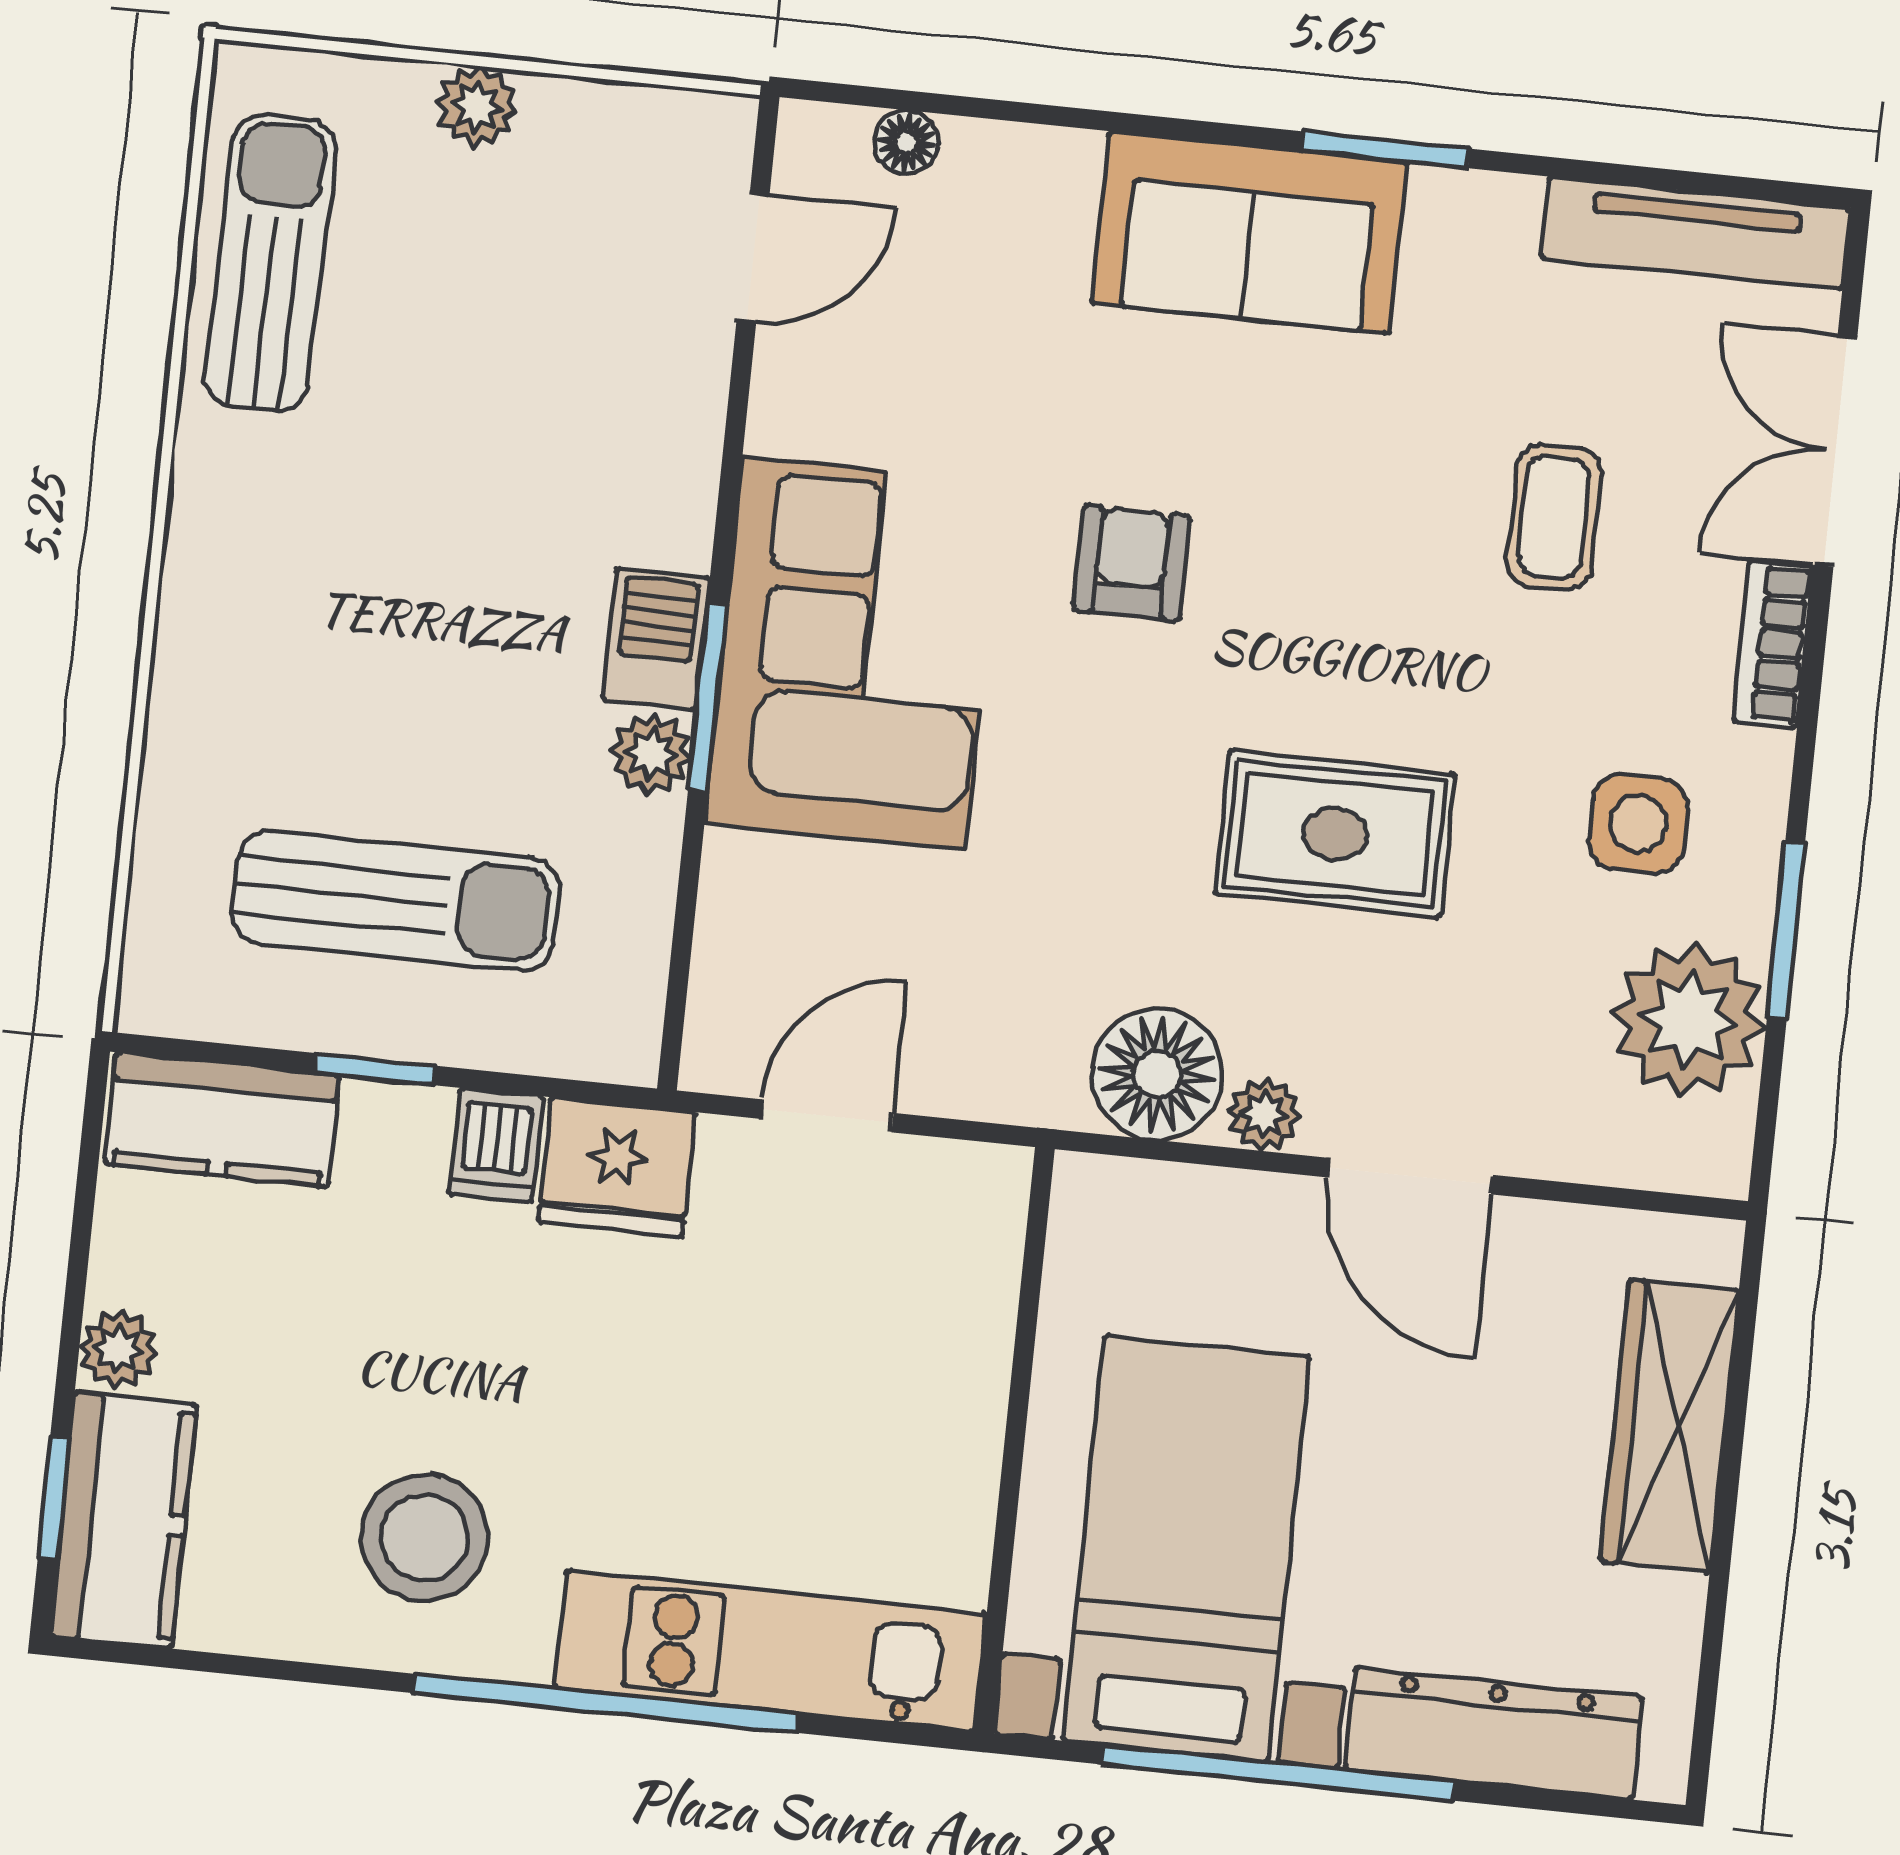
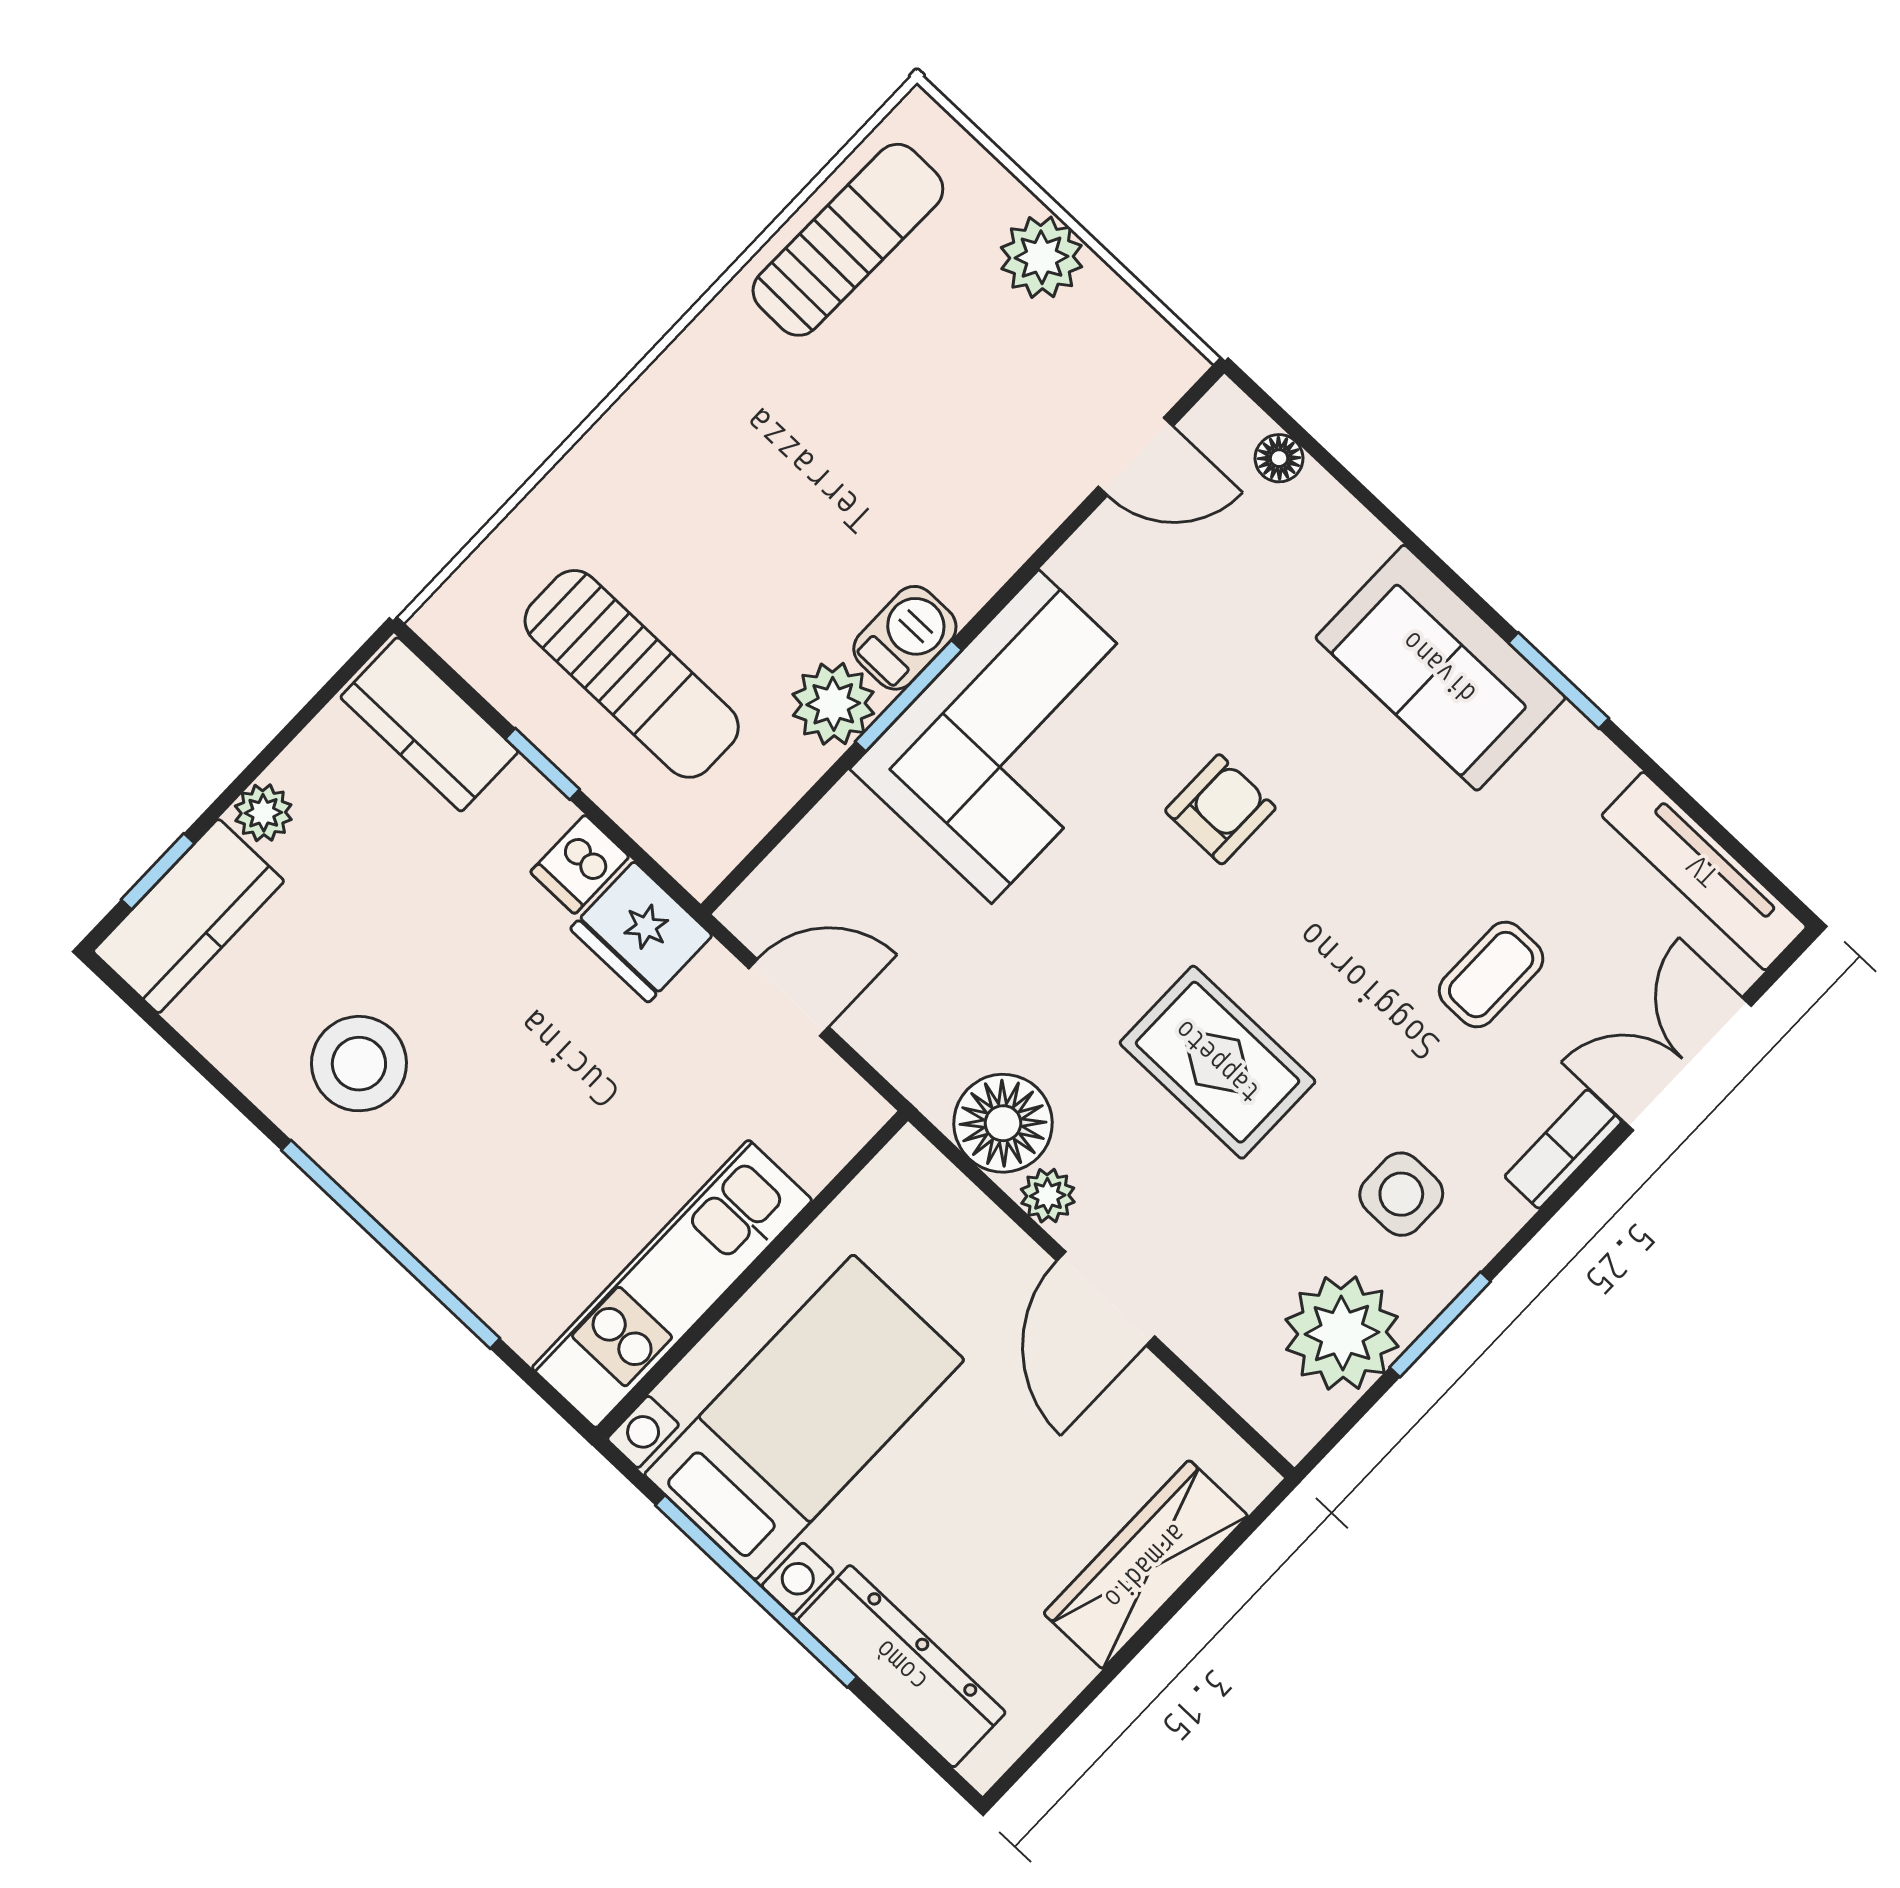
plant: (477, 106) -> (1041, 257), width x1.38, depth x1.38
plant: (651, 754) -> (833, 704), width x1.38, depth x1.38
kitchen unit: (771, 1651) -> (672, 1284), moved, turned -90

